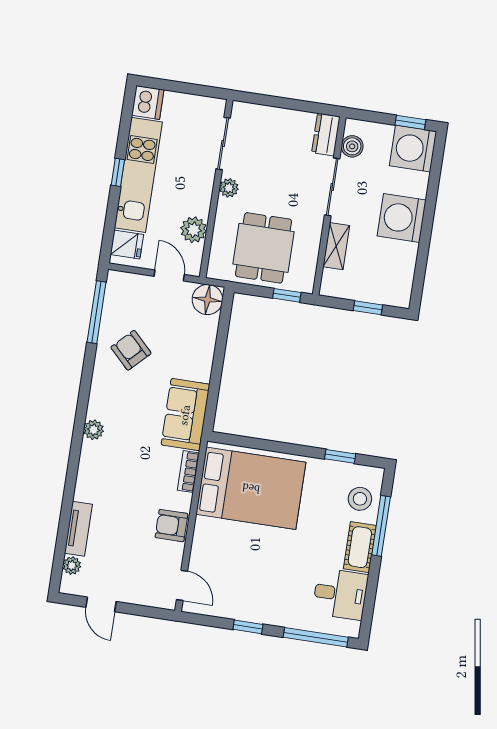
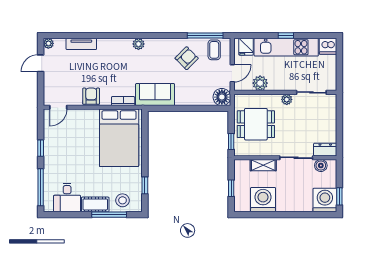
washing machine: (402, 218) -> (263, 200), moved
coffee table: (124, 300) -> (214, 50), added
plant: (72, 566) -> (48, 43), moved

